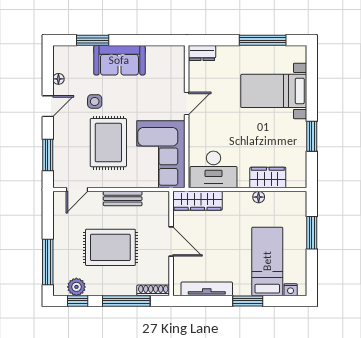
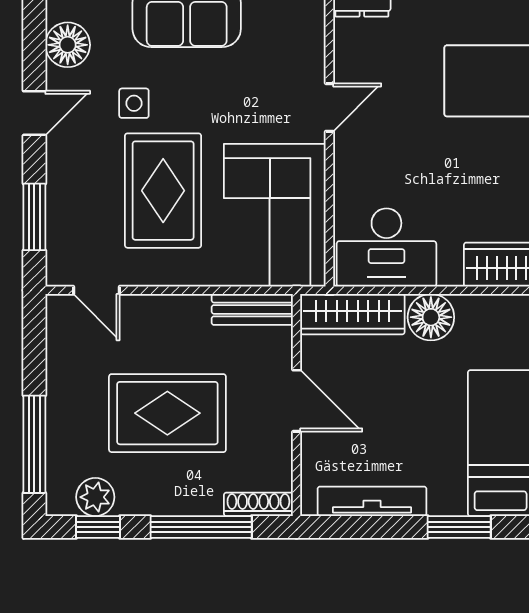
floor lamp: (58, 79) -> (68, 45), width x1.89, depth x1.89
door: (77, 190) -> (96, 290), hinge flipped
floor lamp: (259, 197) -> (431, 317), moved, width x1.89, depth x1.89
bench: (123, 199) -> (252, 309), moved

